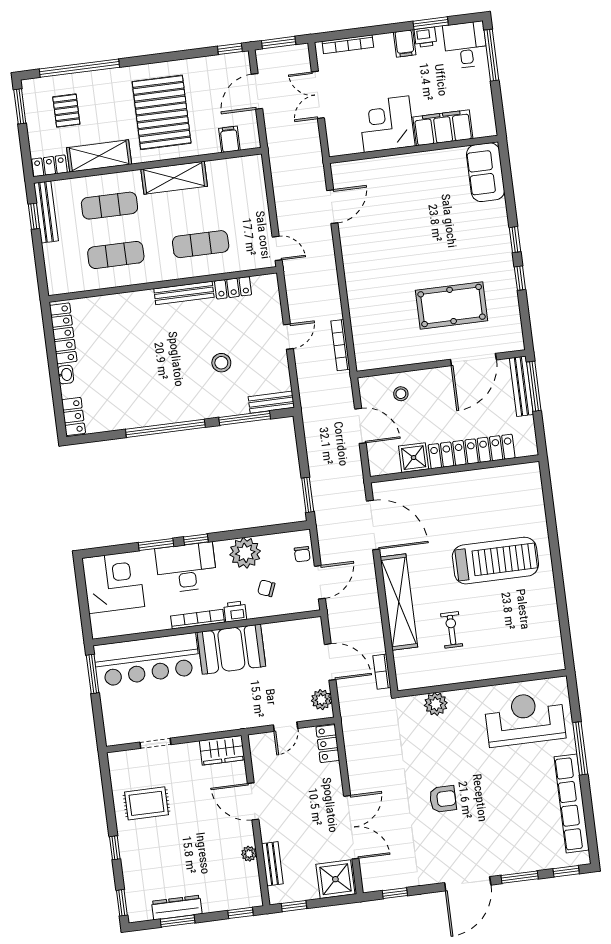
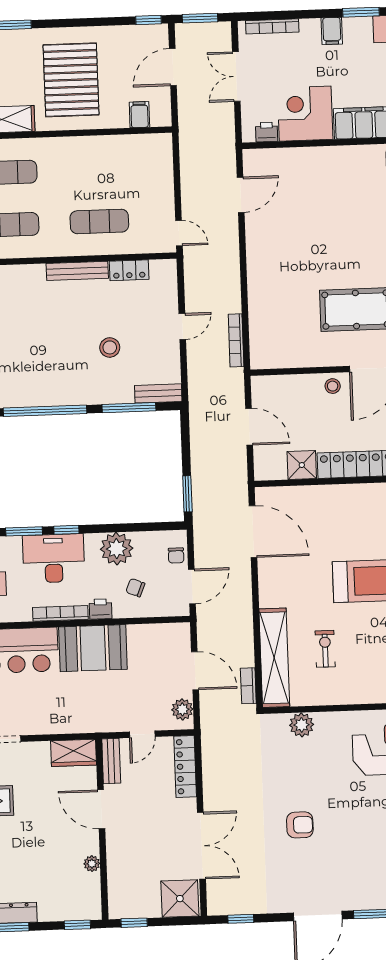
printer: (425, 37) -> (267, 132), moved, turned 180
shelving: (174, 178) -> (78, 150), removed
stool: (401, 394) -> (333, 386), moved
shelving: (399, 602) -> (274, 658), moved
locker: (328, 744) -> (185, 767), width x1.53
bench: (272, 864) -> (111, 761), moved

